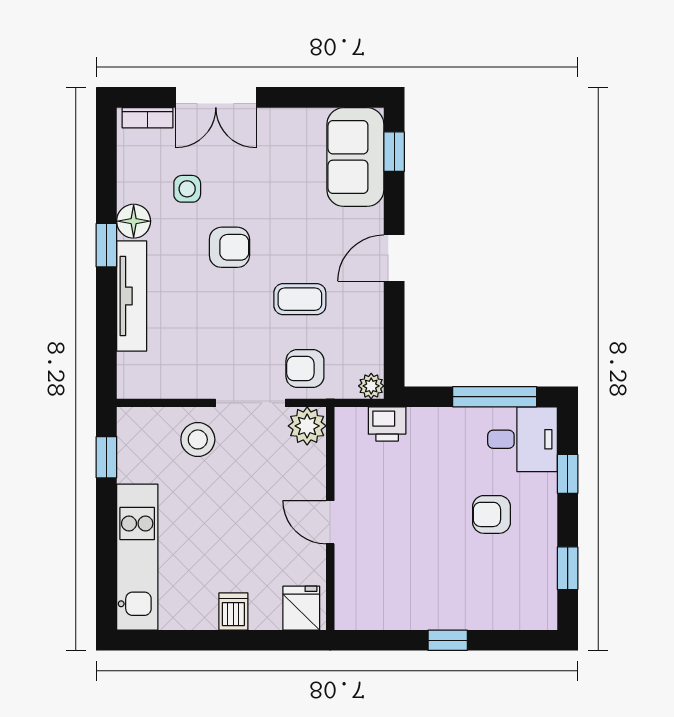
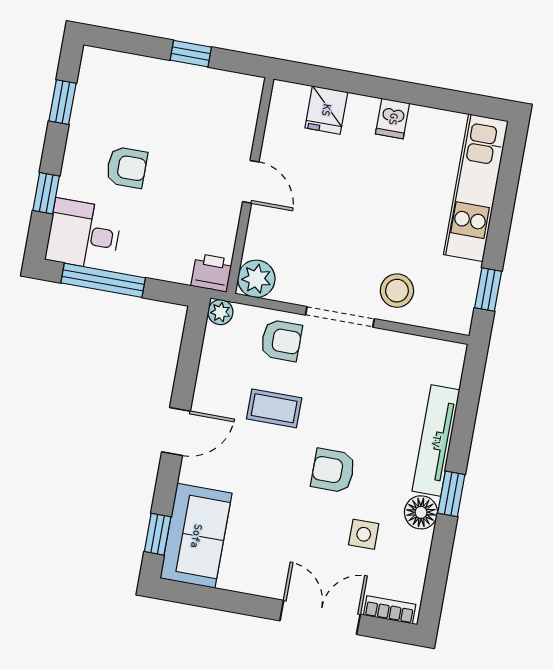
plant: (307, 426) -> (256, 279), moved
wall: (330, 518) -> (250, 186), moved
door: (330, 522) -> (251, 182), moved

